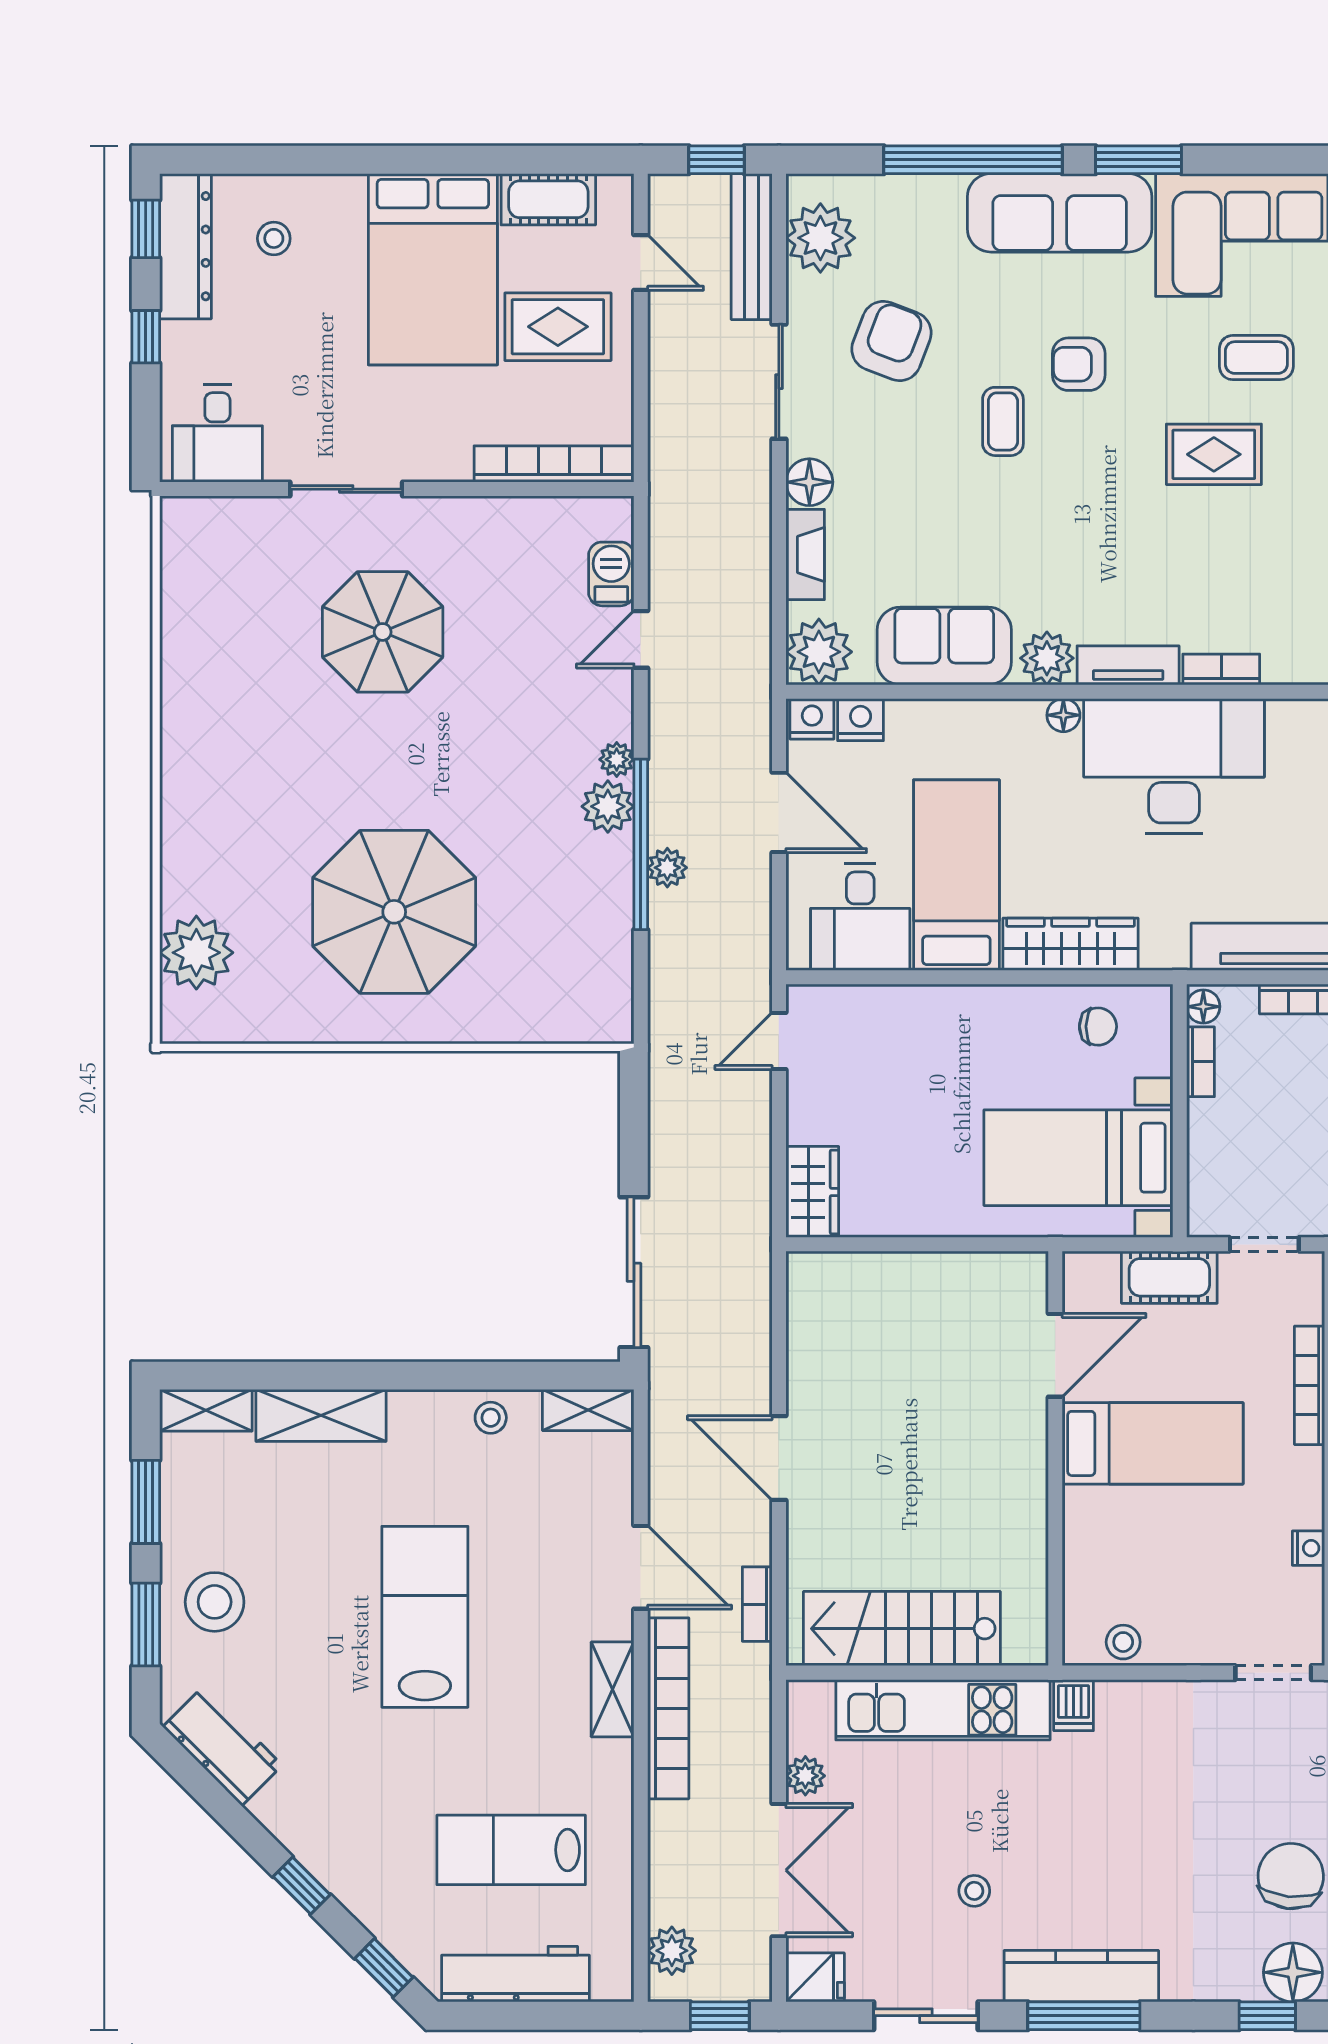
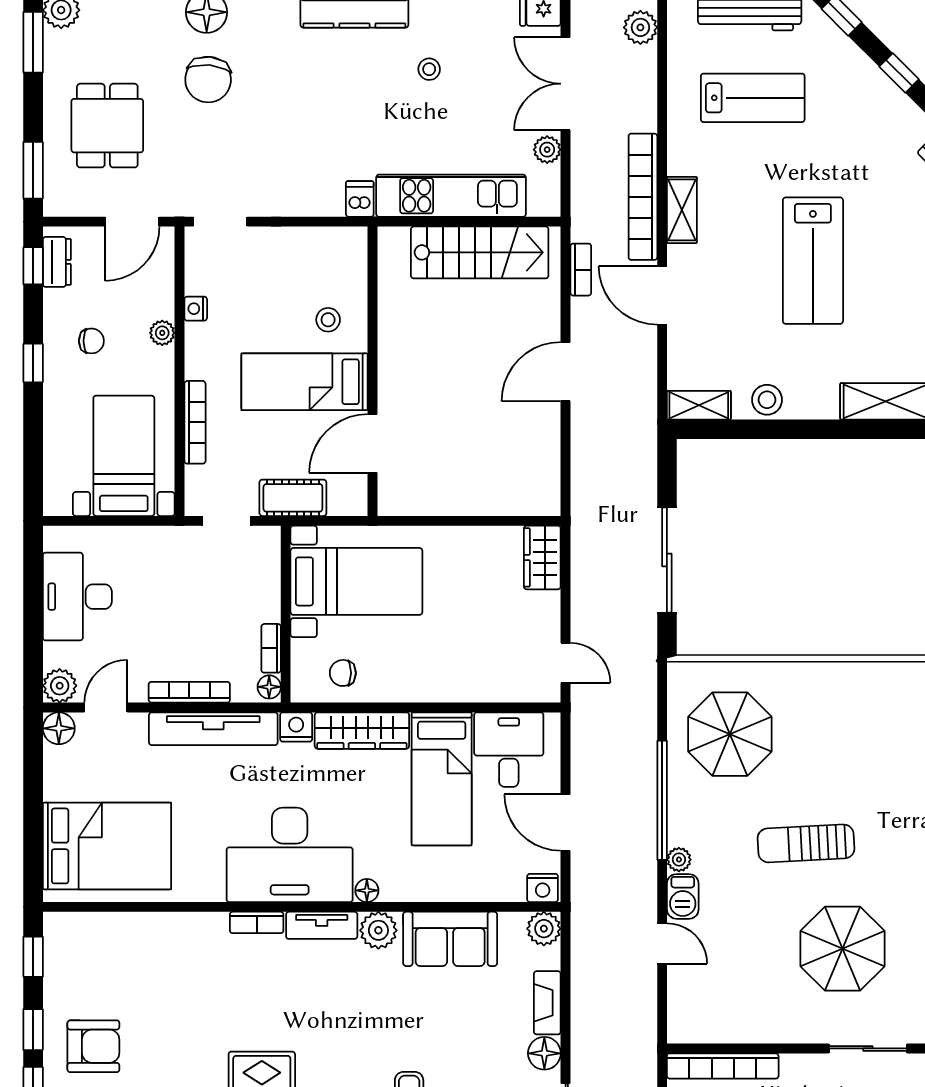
barbecue: (611, 574) -> (683, 896), moved
door: (641, 639) -> (662, 944), hinge flipped
plant: (819, 652) -> (544, 929), width x0.73, depth x0.73
nightstand: (861, 720) -> (296, 727), moved, turned 180
sun lounger: (435, 783) -> (806, 843), added
plant: (608, 806) -> (685, 827), removed
plant: (667, 868) -> (644, 784), removed
parasol: (394, 912) -> (730, 734), moved, width x0.73, depth x0.73
door: (779, 1041) -> (566, 663), hinge flipped
sliding door: (634, 1272) -> (667, 560), moved
stool: (491, 1418) -> (767, 400), width x1.37, depth x1.37
door: (779, 1458) -> (566, 372), swing flipped
stool: (1123, 1642) -> (328, 320), moved

